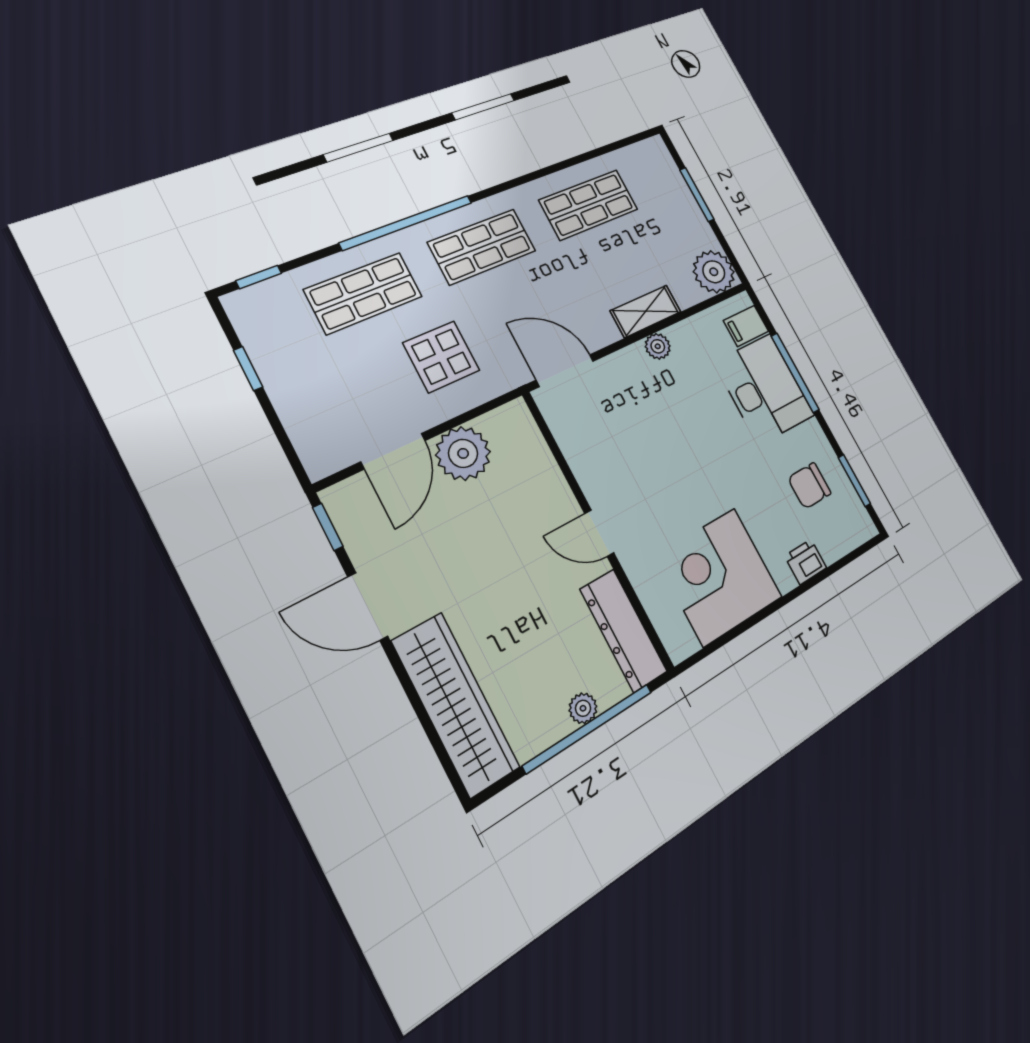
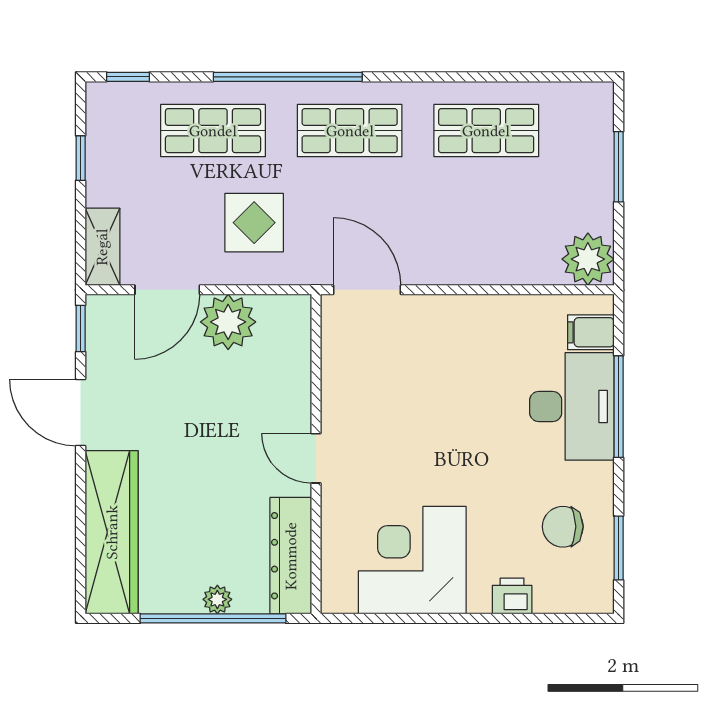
shelving: (646, 311) -> (102, 247), moved, turned 90
plant: (658, 346) -> (478, 309), removed

